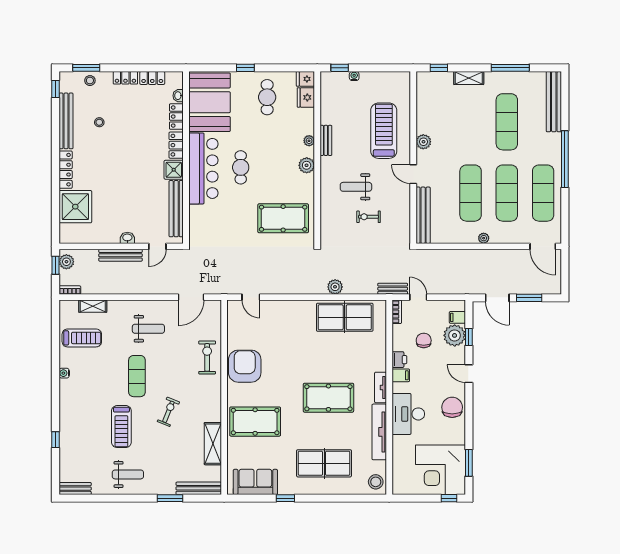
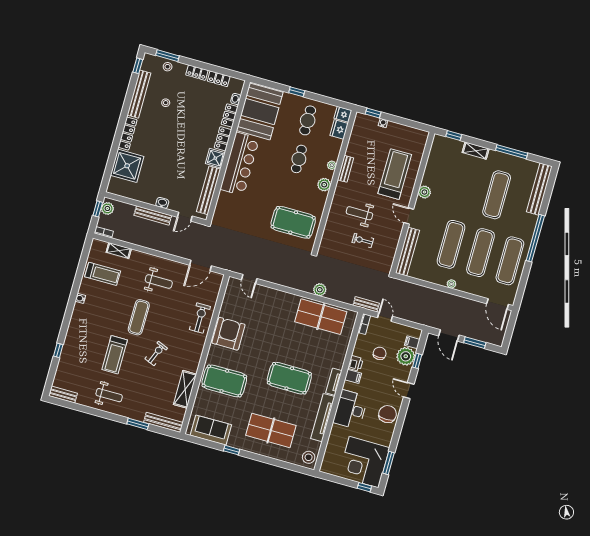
cafe table: (241, 167) -> (299, 159), moved

